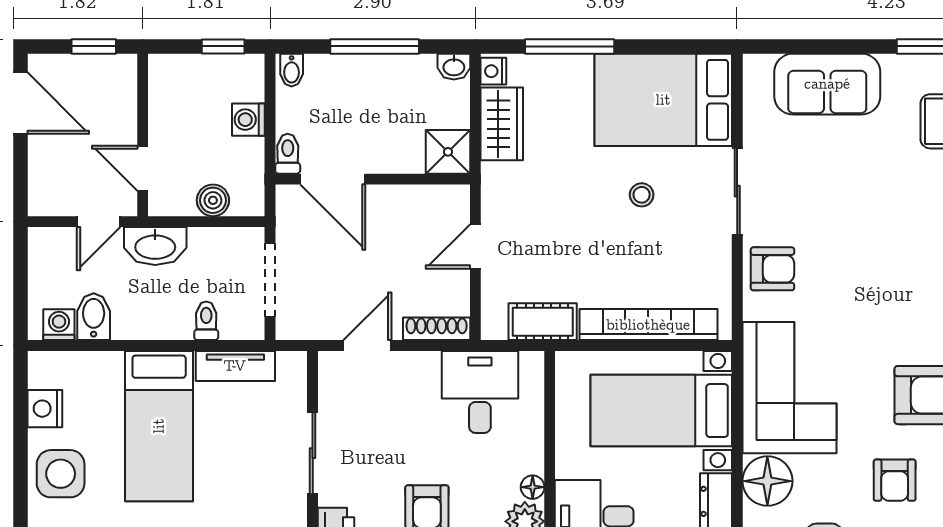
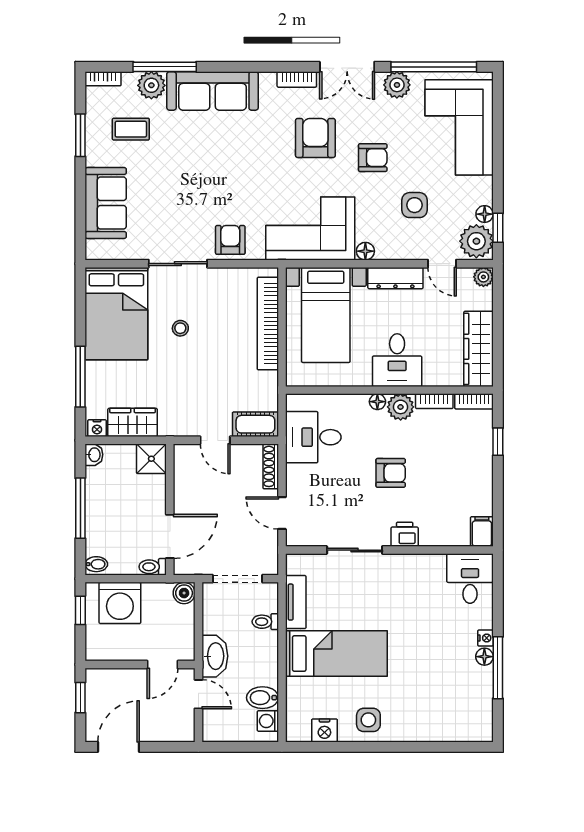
washing machine: (248, 120) -> (120, 603), width x1.89, depth x1.89
boiler: (213, 200) -> (184, 593), moved
cot: (543, 322) -> (255, 424), moved, turned 90
side table: (61, 474) -> (368, 720), width x0.73, depth x0.73
floor lamp: (767, 481) -> (365, 251), width x0.53, depth x0.53

